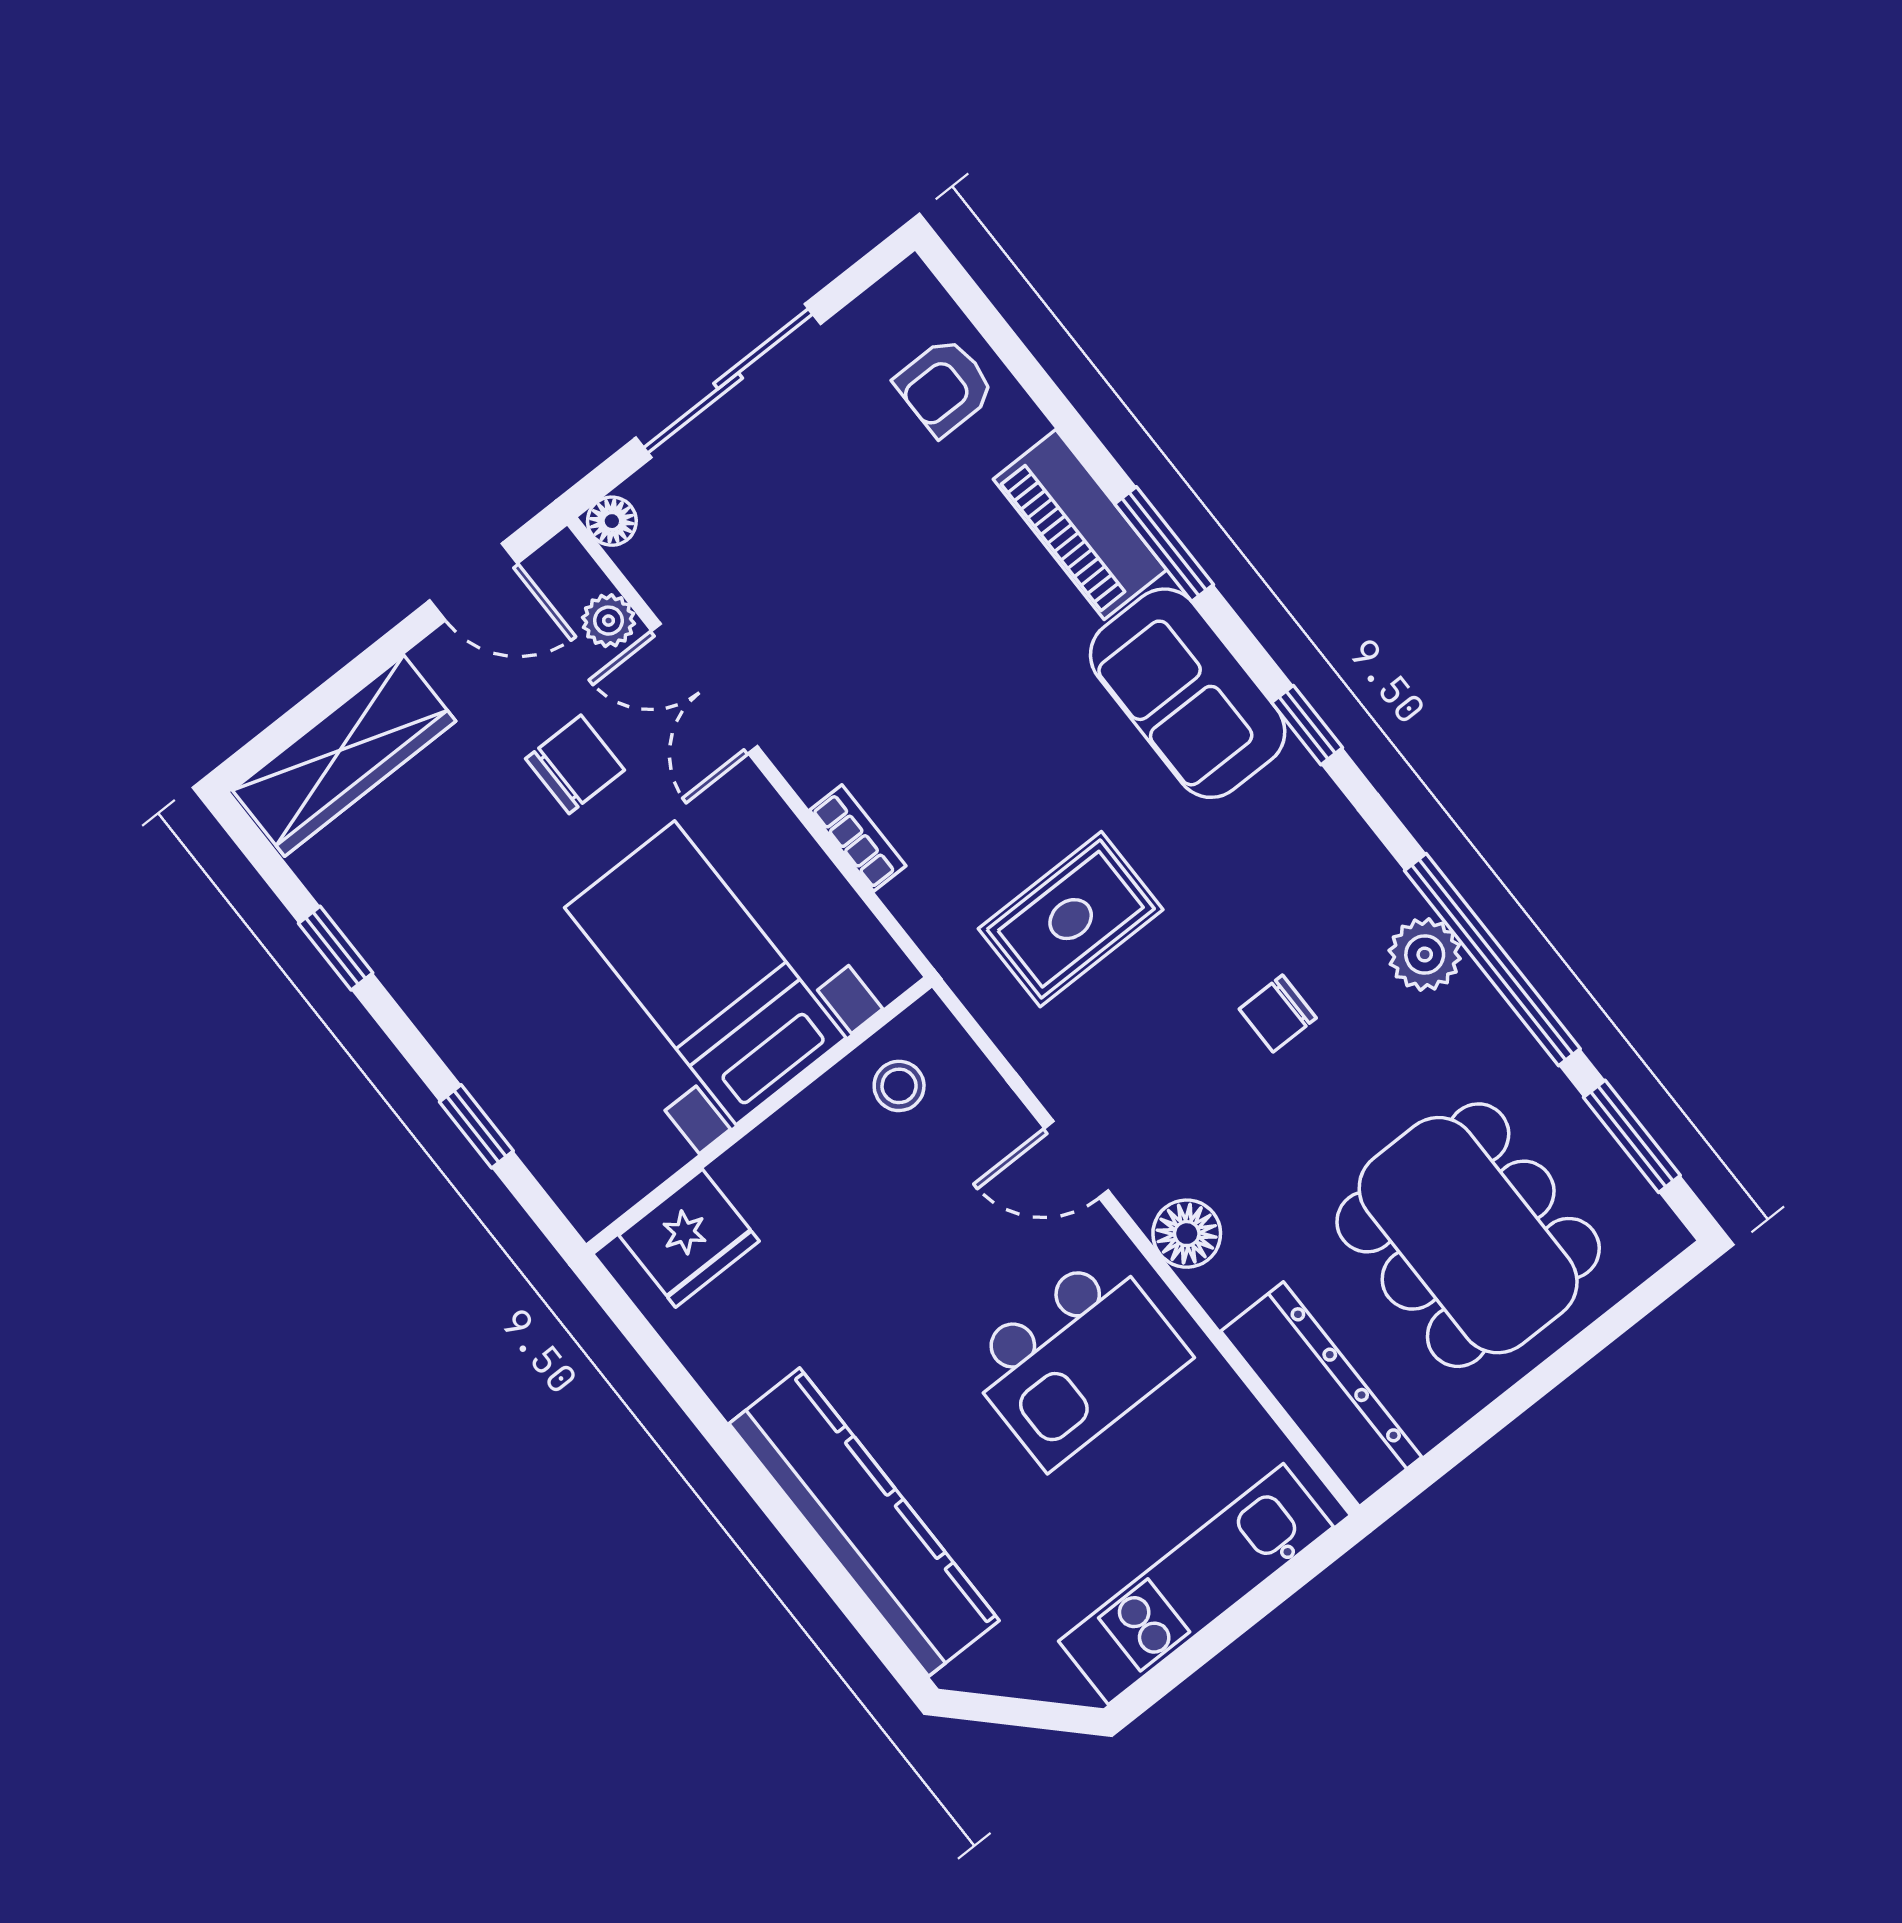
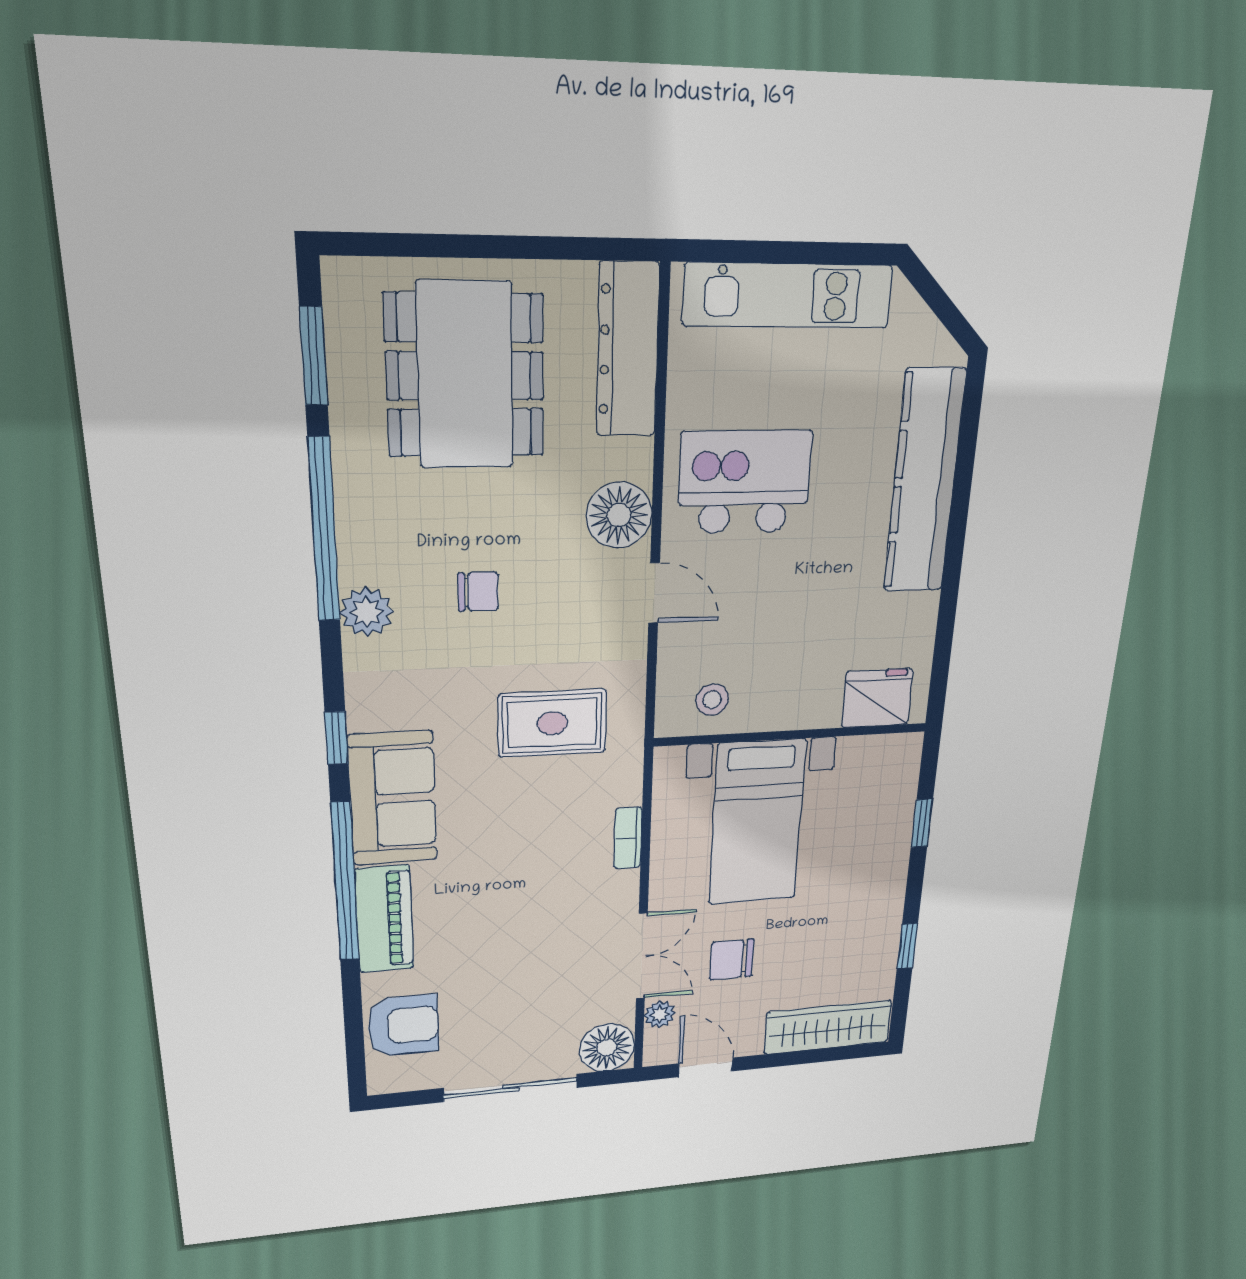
armchair: (945, 387) -> (403, 1026), width x1.38, depth x1.38
floor lamp: (612, 521) -> (607, 1048), width x1.89, depth x1.89
window: (1164, 544) -> (345, 882), width x2.11
plant: (1425, 955) -> (367, 612), moved
floor lamp: (1187, 1234) -> (619, 515), width x1.38, depth x1.38

